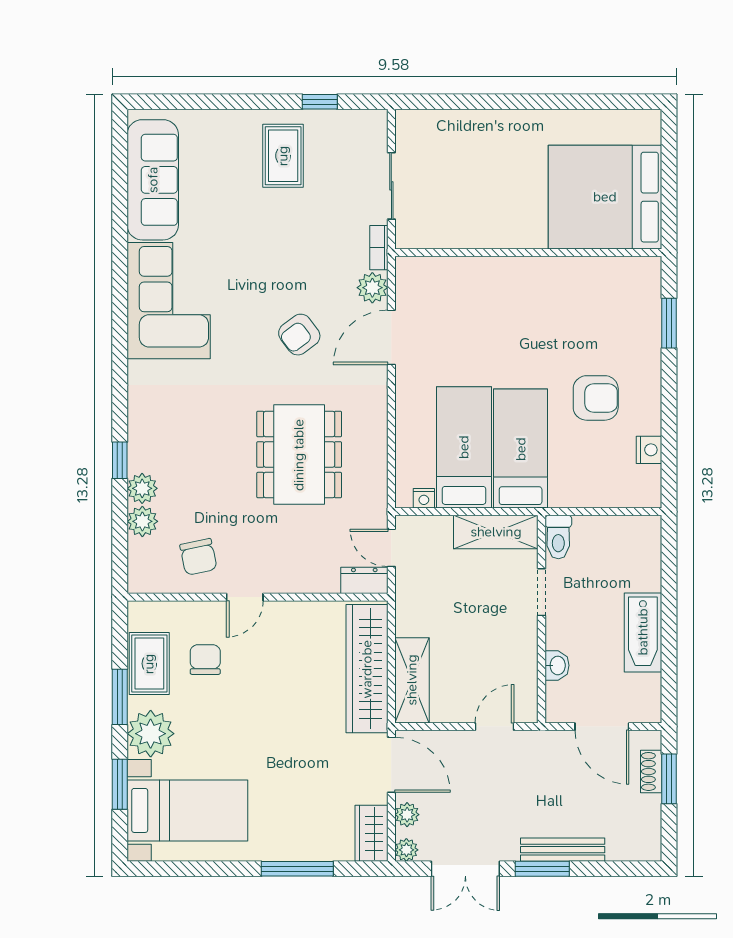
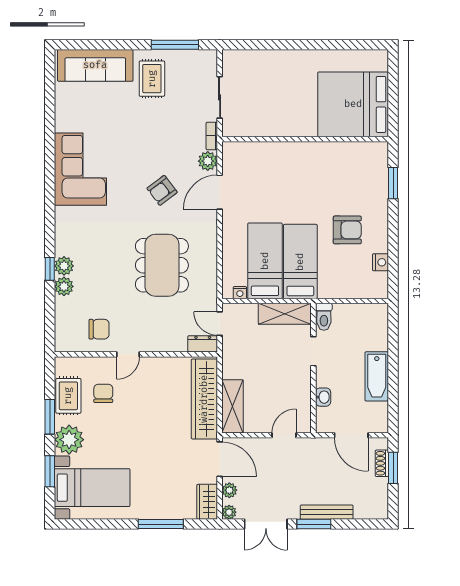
window: (320, 102) -> (175, 45), width x2.17
sofa: (153, 180) -> (95, 65), moved, turned 90
plant: (142, 521) -> (64, 266), moved
chair: (198, 557) -> (99, 329), turned -78

